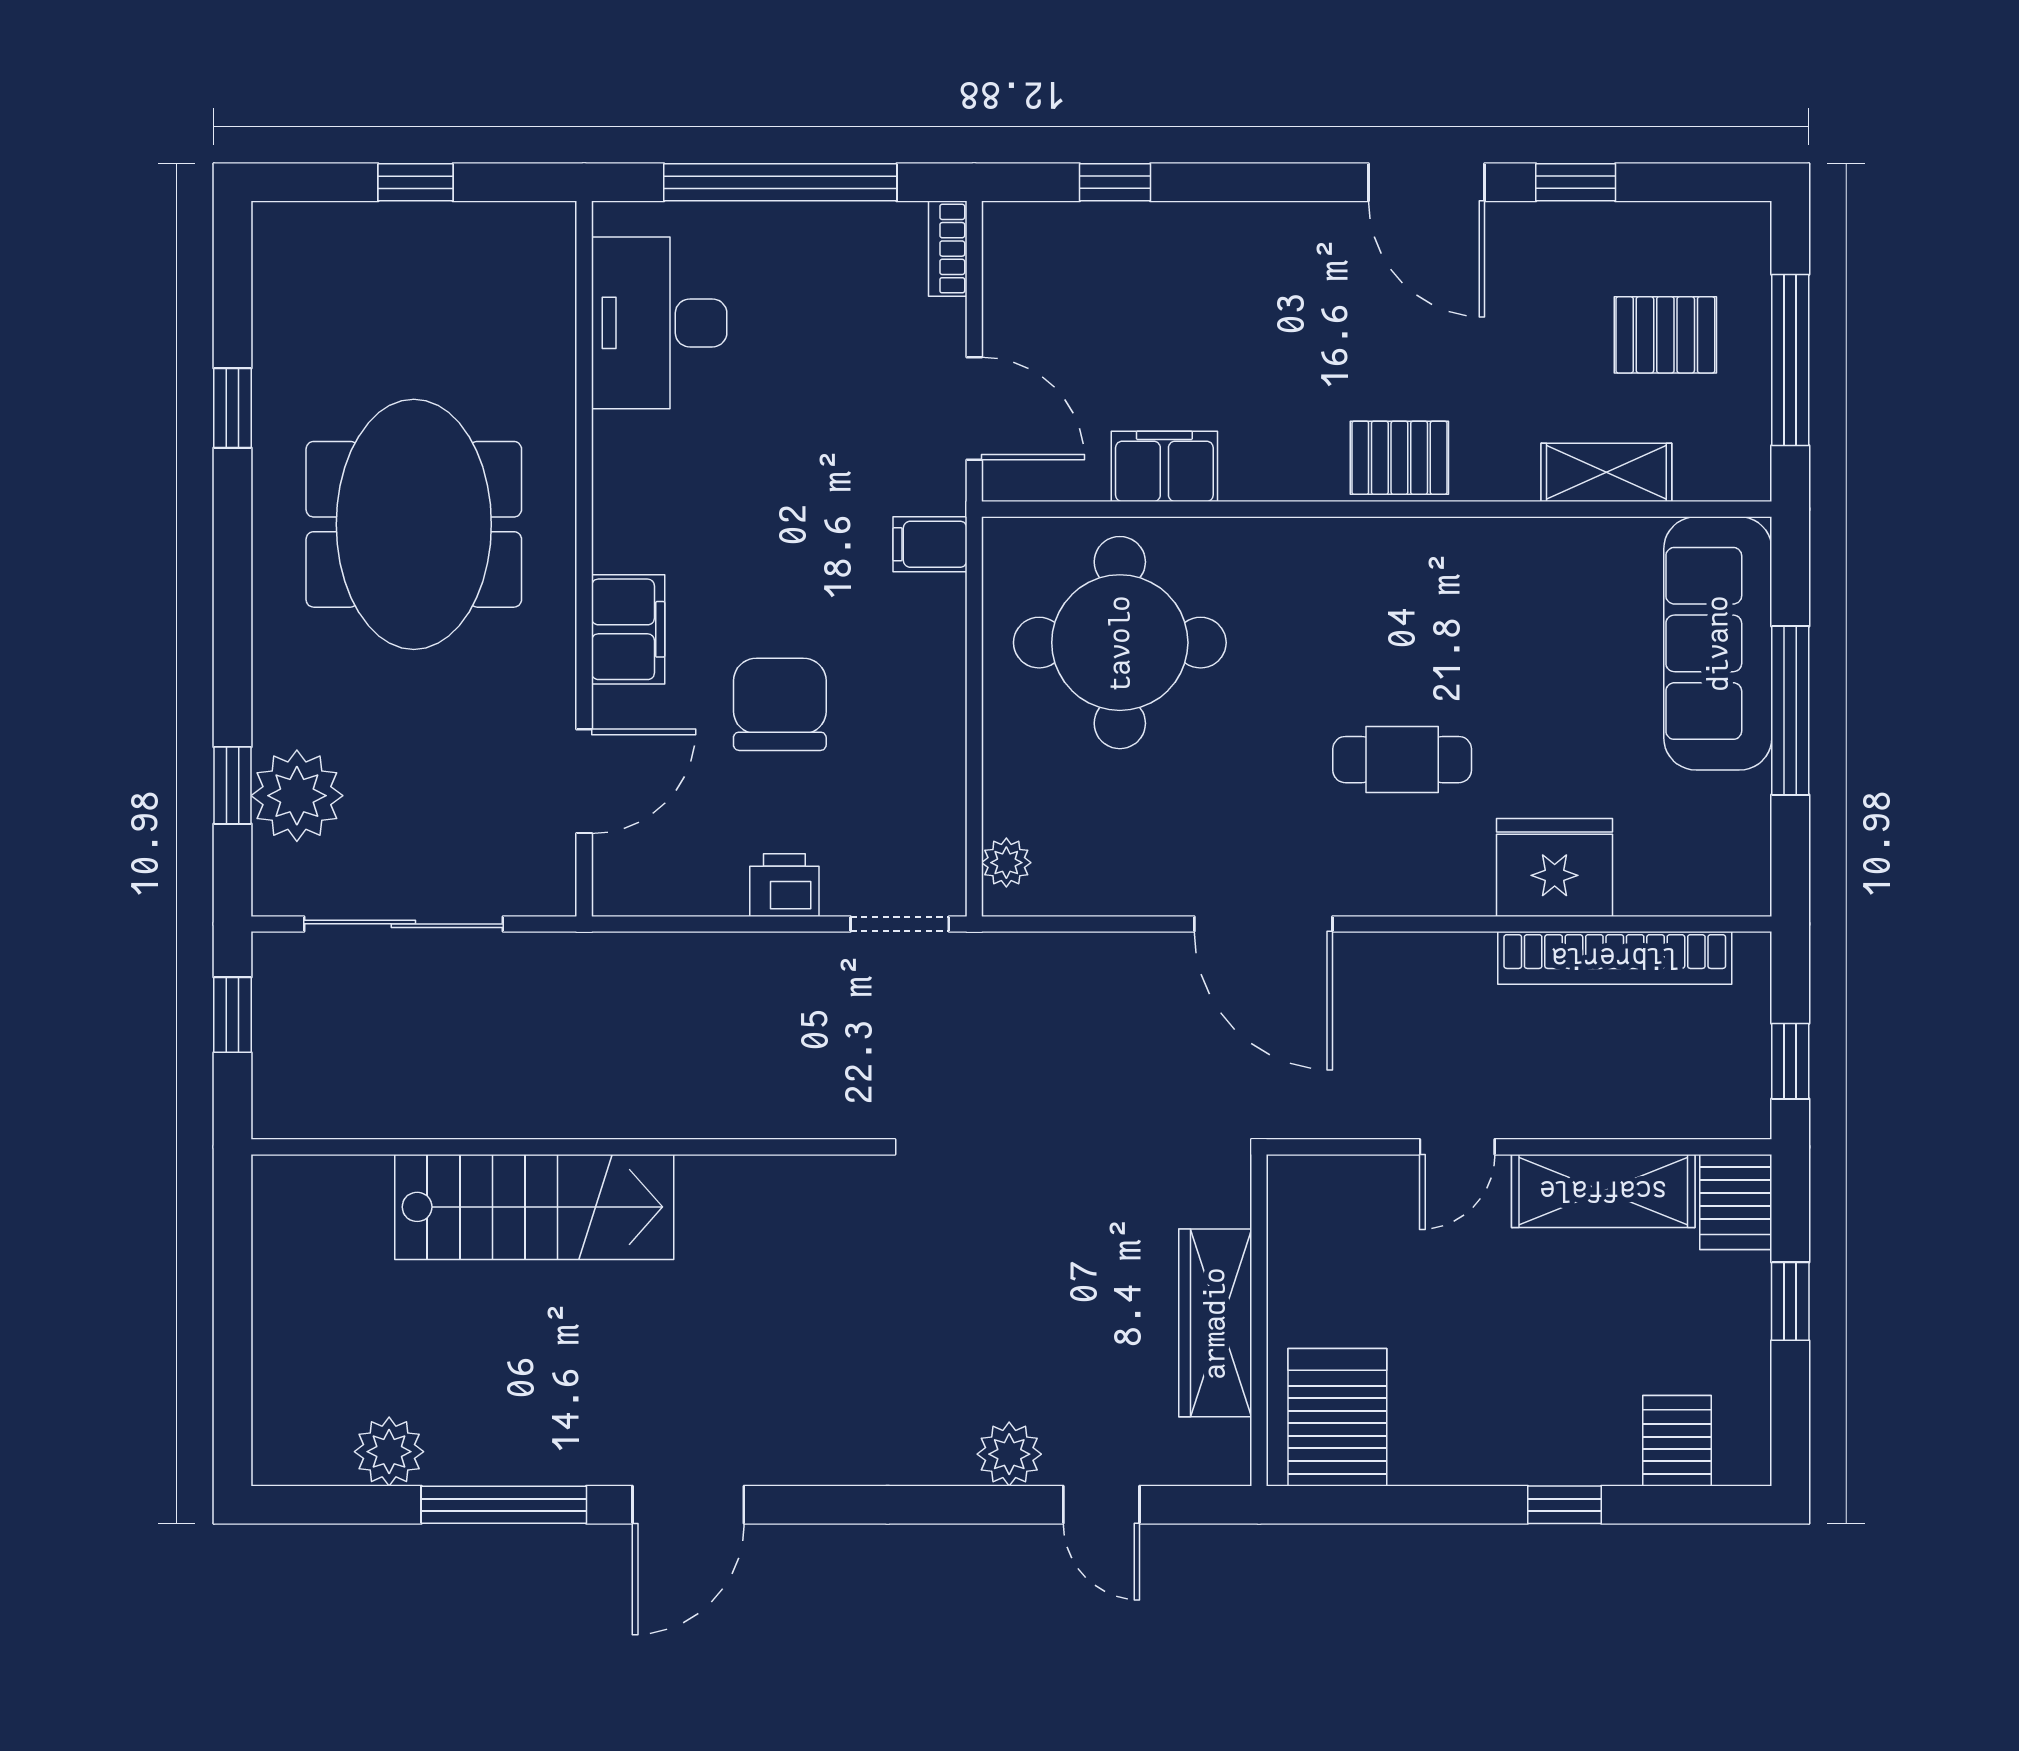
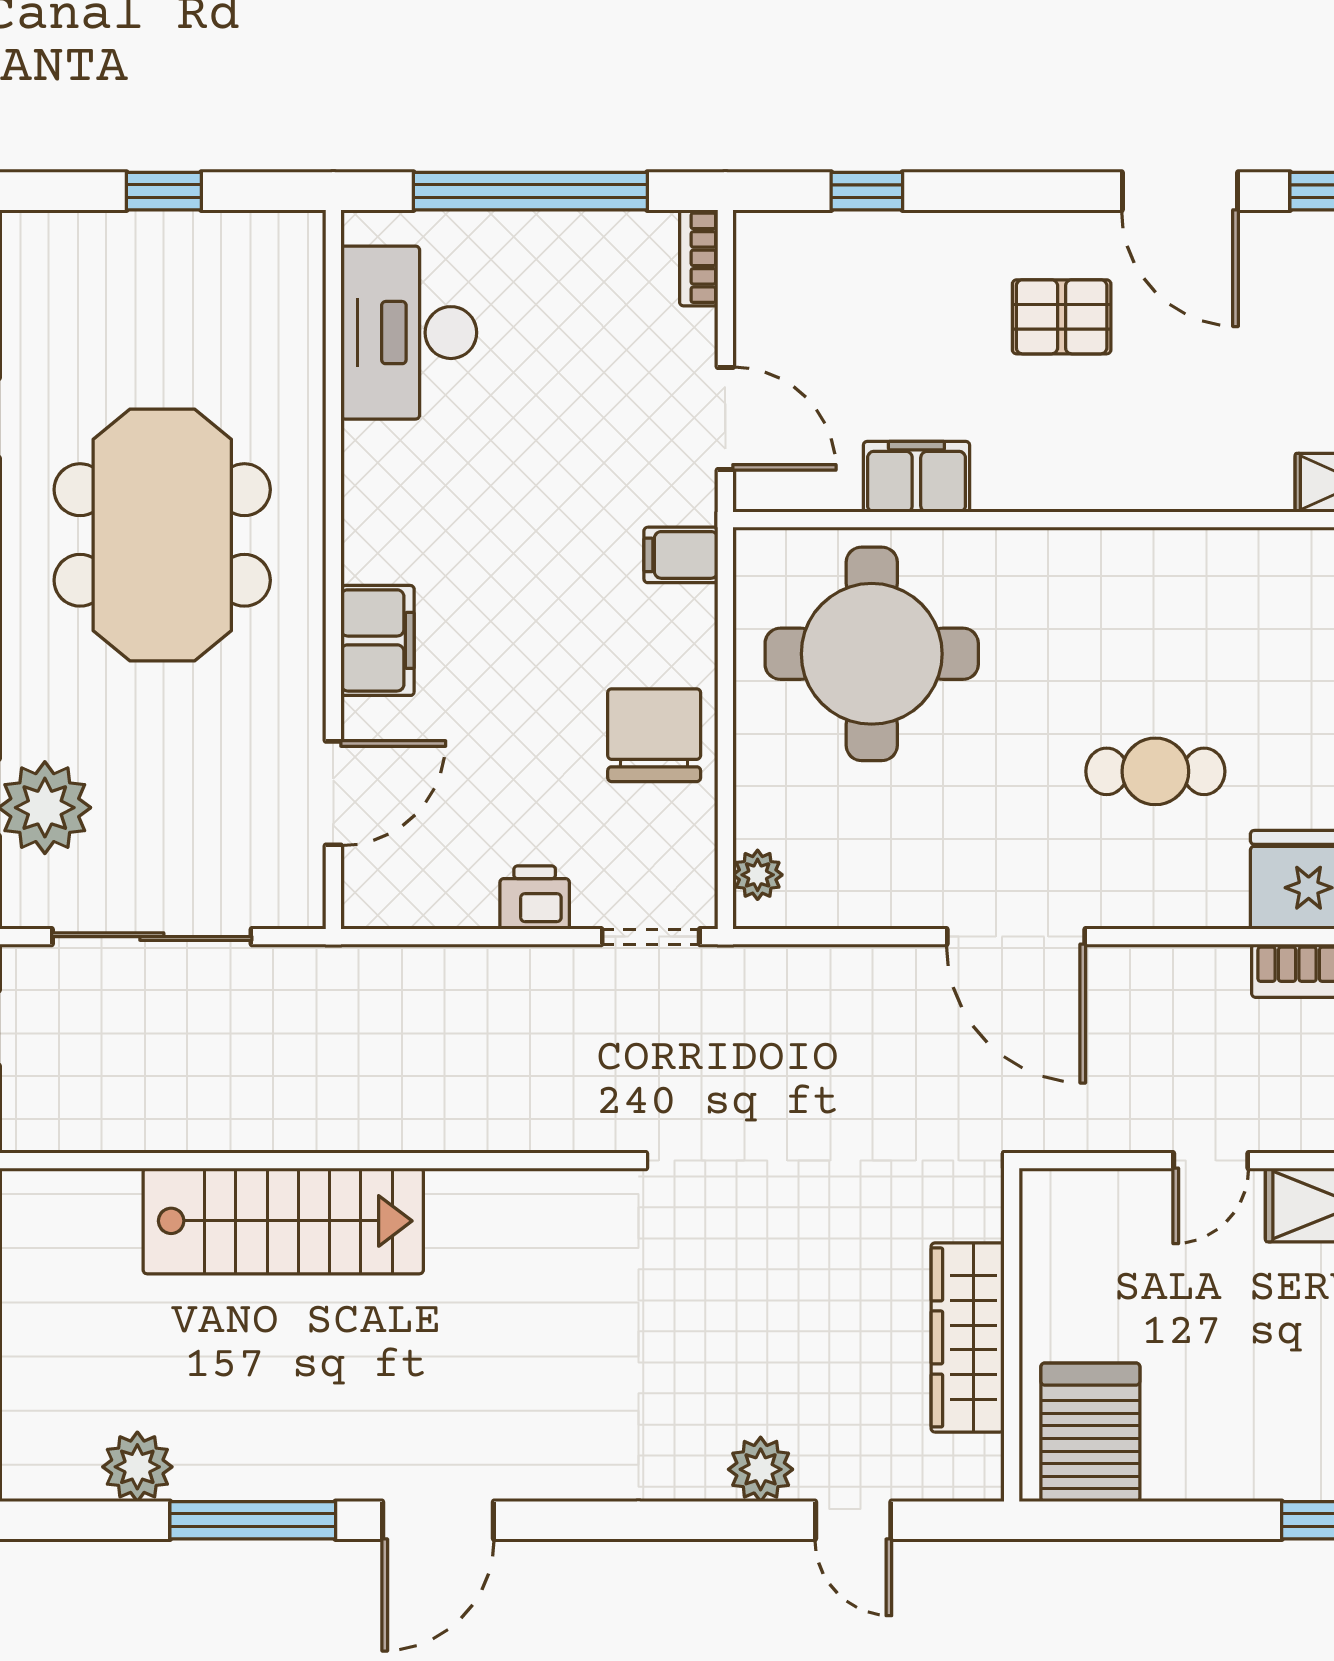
pallet: (1399, 458) -> (1062, 317), moved
chair: (780, 704) -> (654, 735), moved

